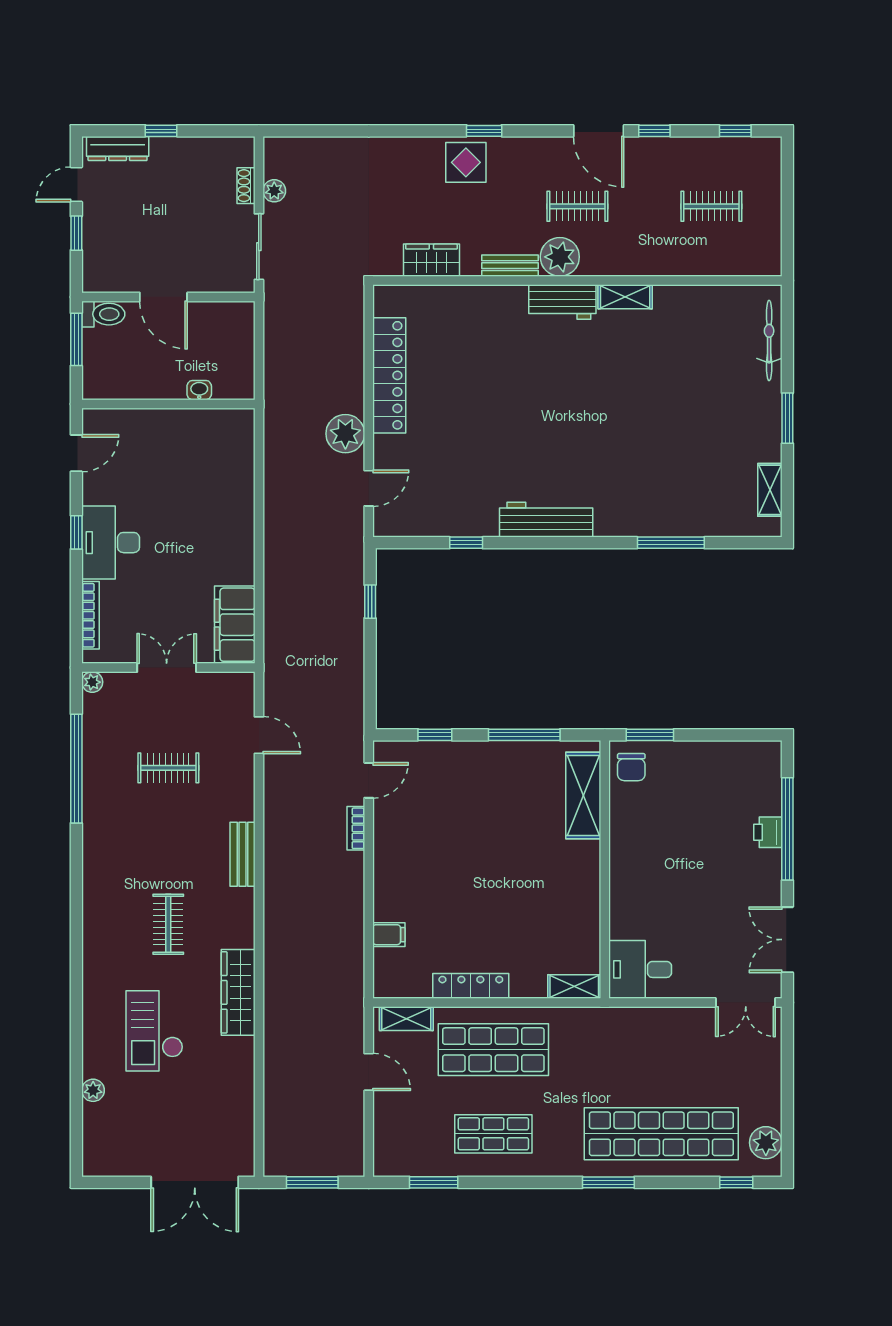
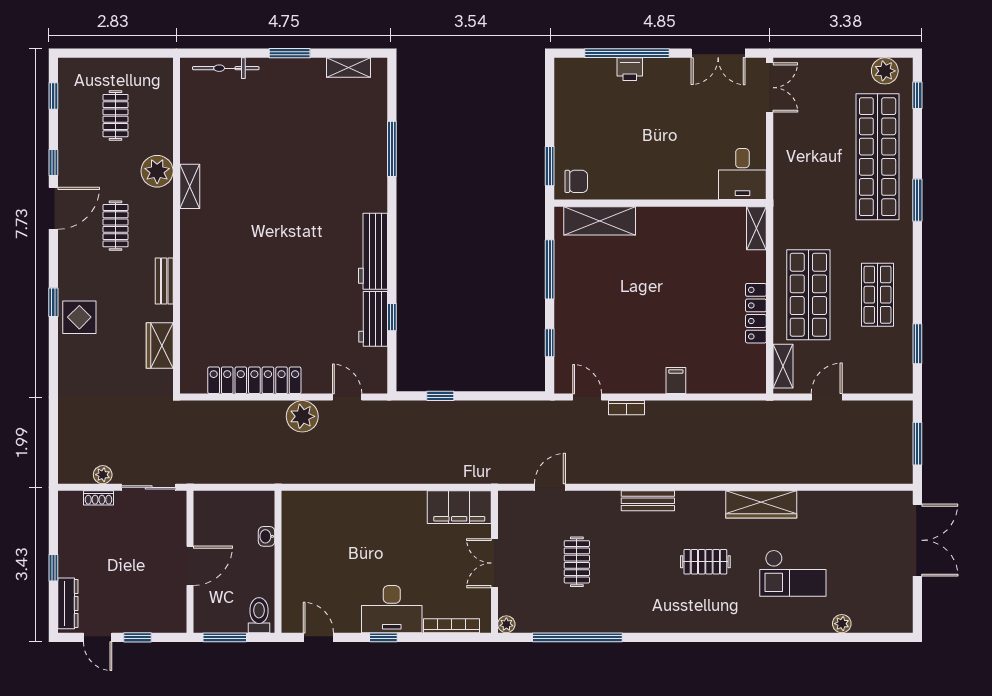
plant: (560, 257) -> (157, 171), moved
workbench: (562, 302) -> (373, 319), moved, turned 180
toilet: (103, 314) -> (259, 615), moved
filing cabinet: (389, 935) -> (676, 381), moved

